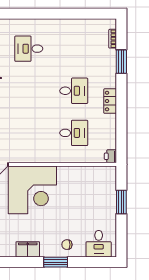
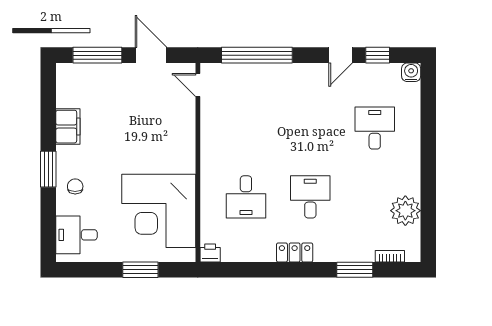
plant: (83, 29) -> (405, 211), added
desk: (74, 91) -> (310, 197), turned 180
corner desk: (32, 190) -> (159, 211), moved

